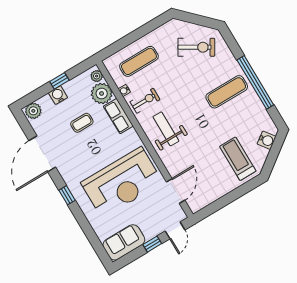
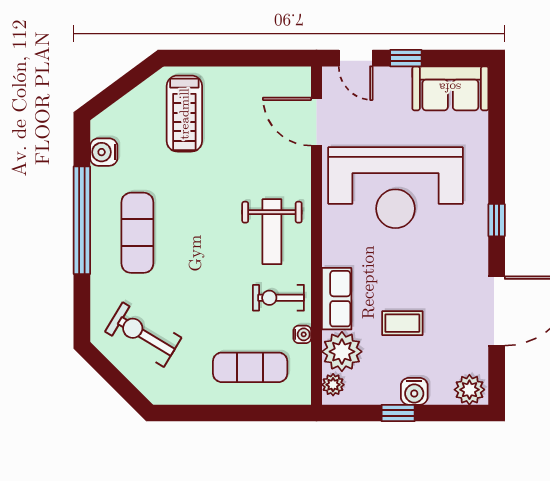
exercise mat: (227, 92) -> (137, 233), turned 90
water cooler: (267, 140) -> (104, 152), moved, turned -54
reception desk: (122, 182) -> (395, 188), turned 180
door: (176, 191) -> (317, 122), hinge flipped
door: (175, 230) -> (356, 58), swing flipped

